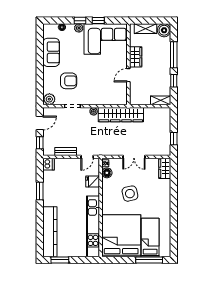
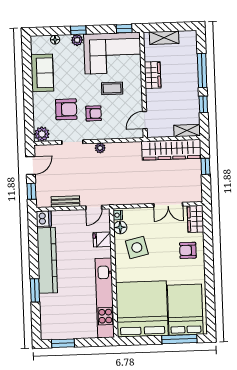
window: (98, 21) -> (124, 29), moved
boiler: (164, 30) -> (188, 39), removed
coffee table: (104, 66) -> (112, 88), added
door: (128, 75) -> (145, 120), moved
armchair: (89, 85) -> (94, 113), added
wardrobe: (121, 115) -> (171, 150), moved
window: (174, 139) -> (205, 166), moved
double door: (134, 157) -> (168, 205), moved
window: (40, 191) -> (35, 290), moved
armchair: (158, 192) -> (188, 250), added
side table: (130, 194) -> (137, 248), moved
kitchen counter: (50, 232) -> (47, 260), moved
bed: (150, 238) -> (185, 310), width x1.50

